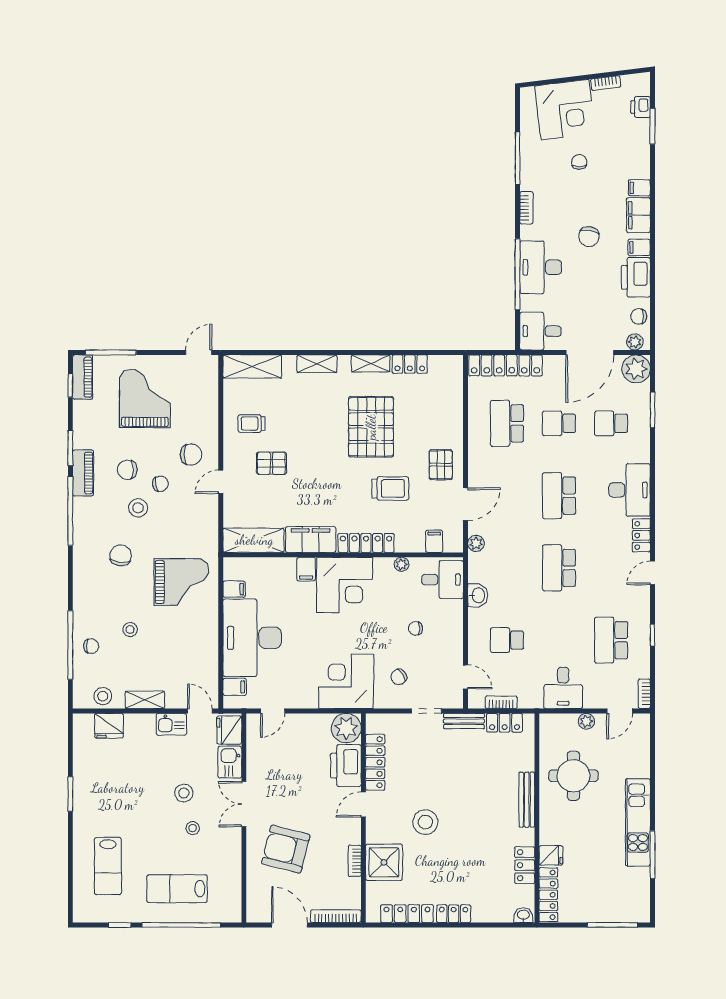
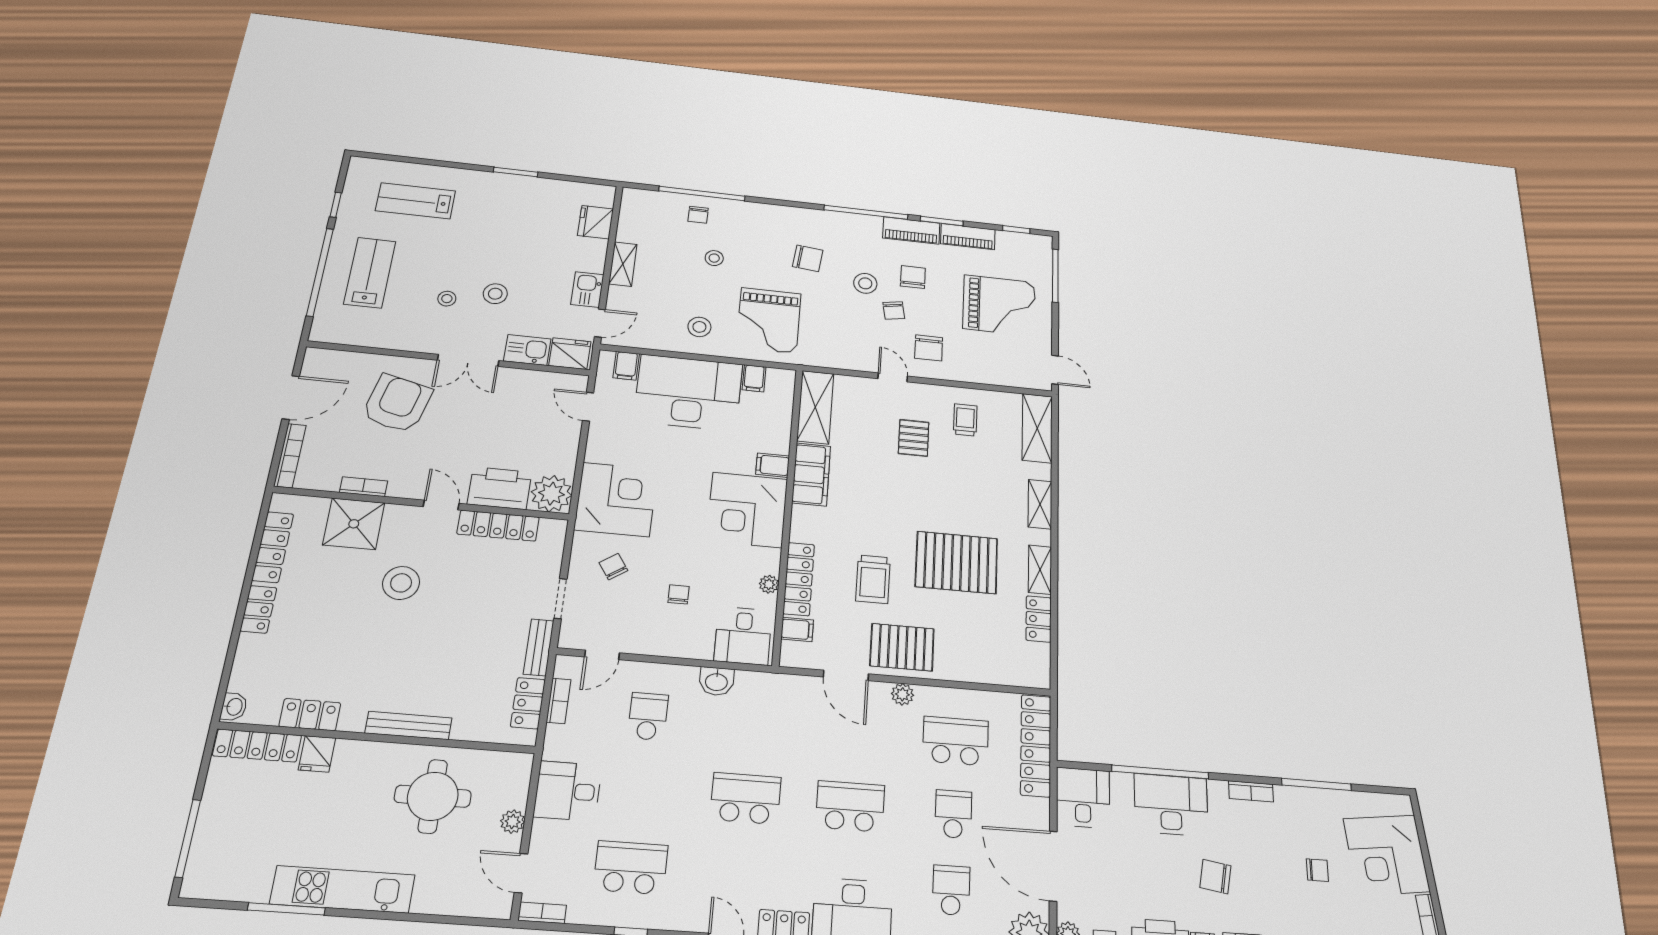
piano: (83, 377) -> (968, 237), moved
pallet: (441, 465) -> (902, 647), width x1.50, depth x1.42
locker: (366, 543) -> (799, 579), moved
plant: (476, 543) -> (902, 694), moved
stool: (103, 696) -> (699, 327), moved
double door: (244, 804) -> (468, 360), swing flipped

